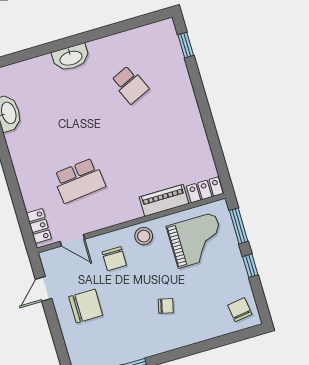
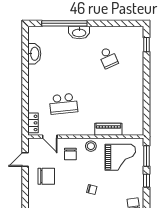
window: (43, 50) -> (64, 23), added
locker: (205, 190) -> (133, 130), removed

